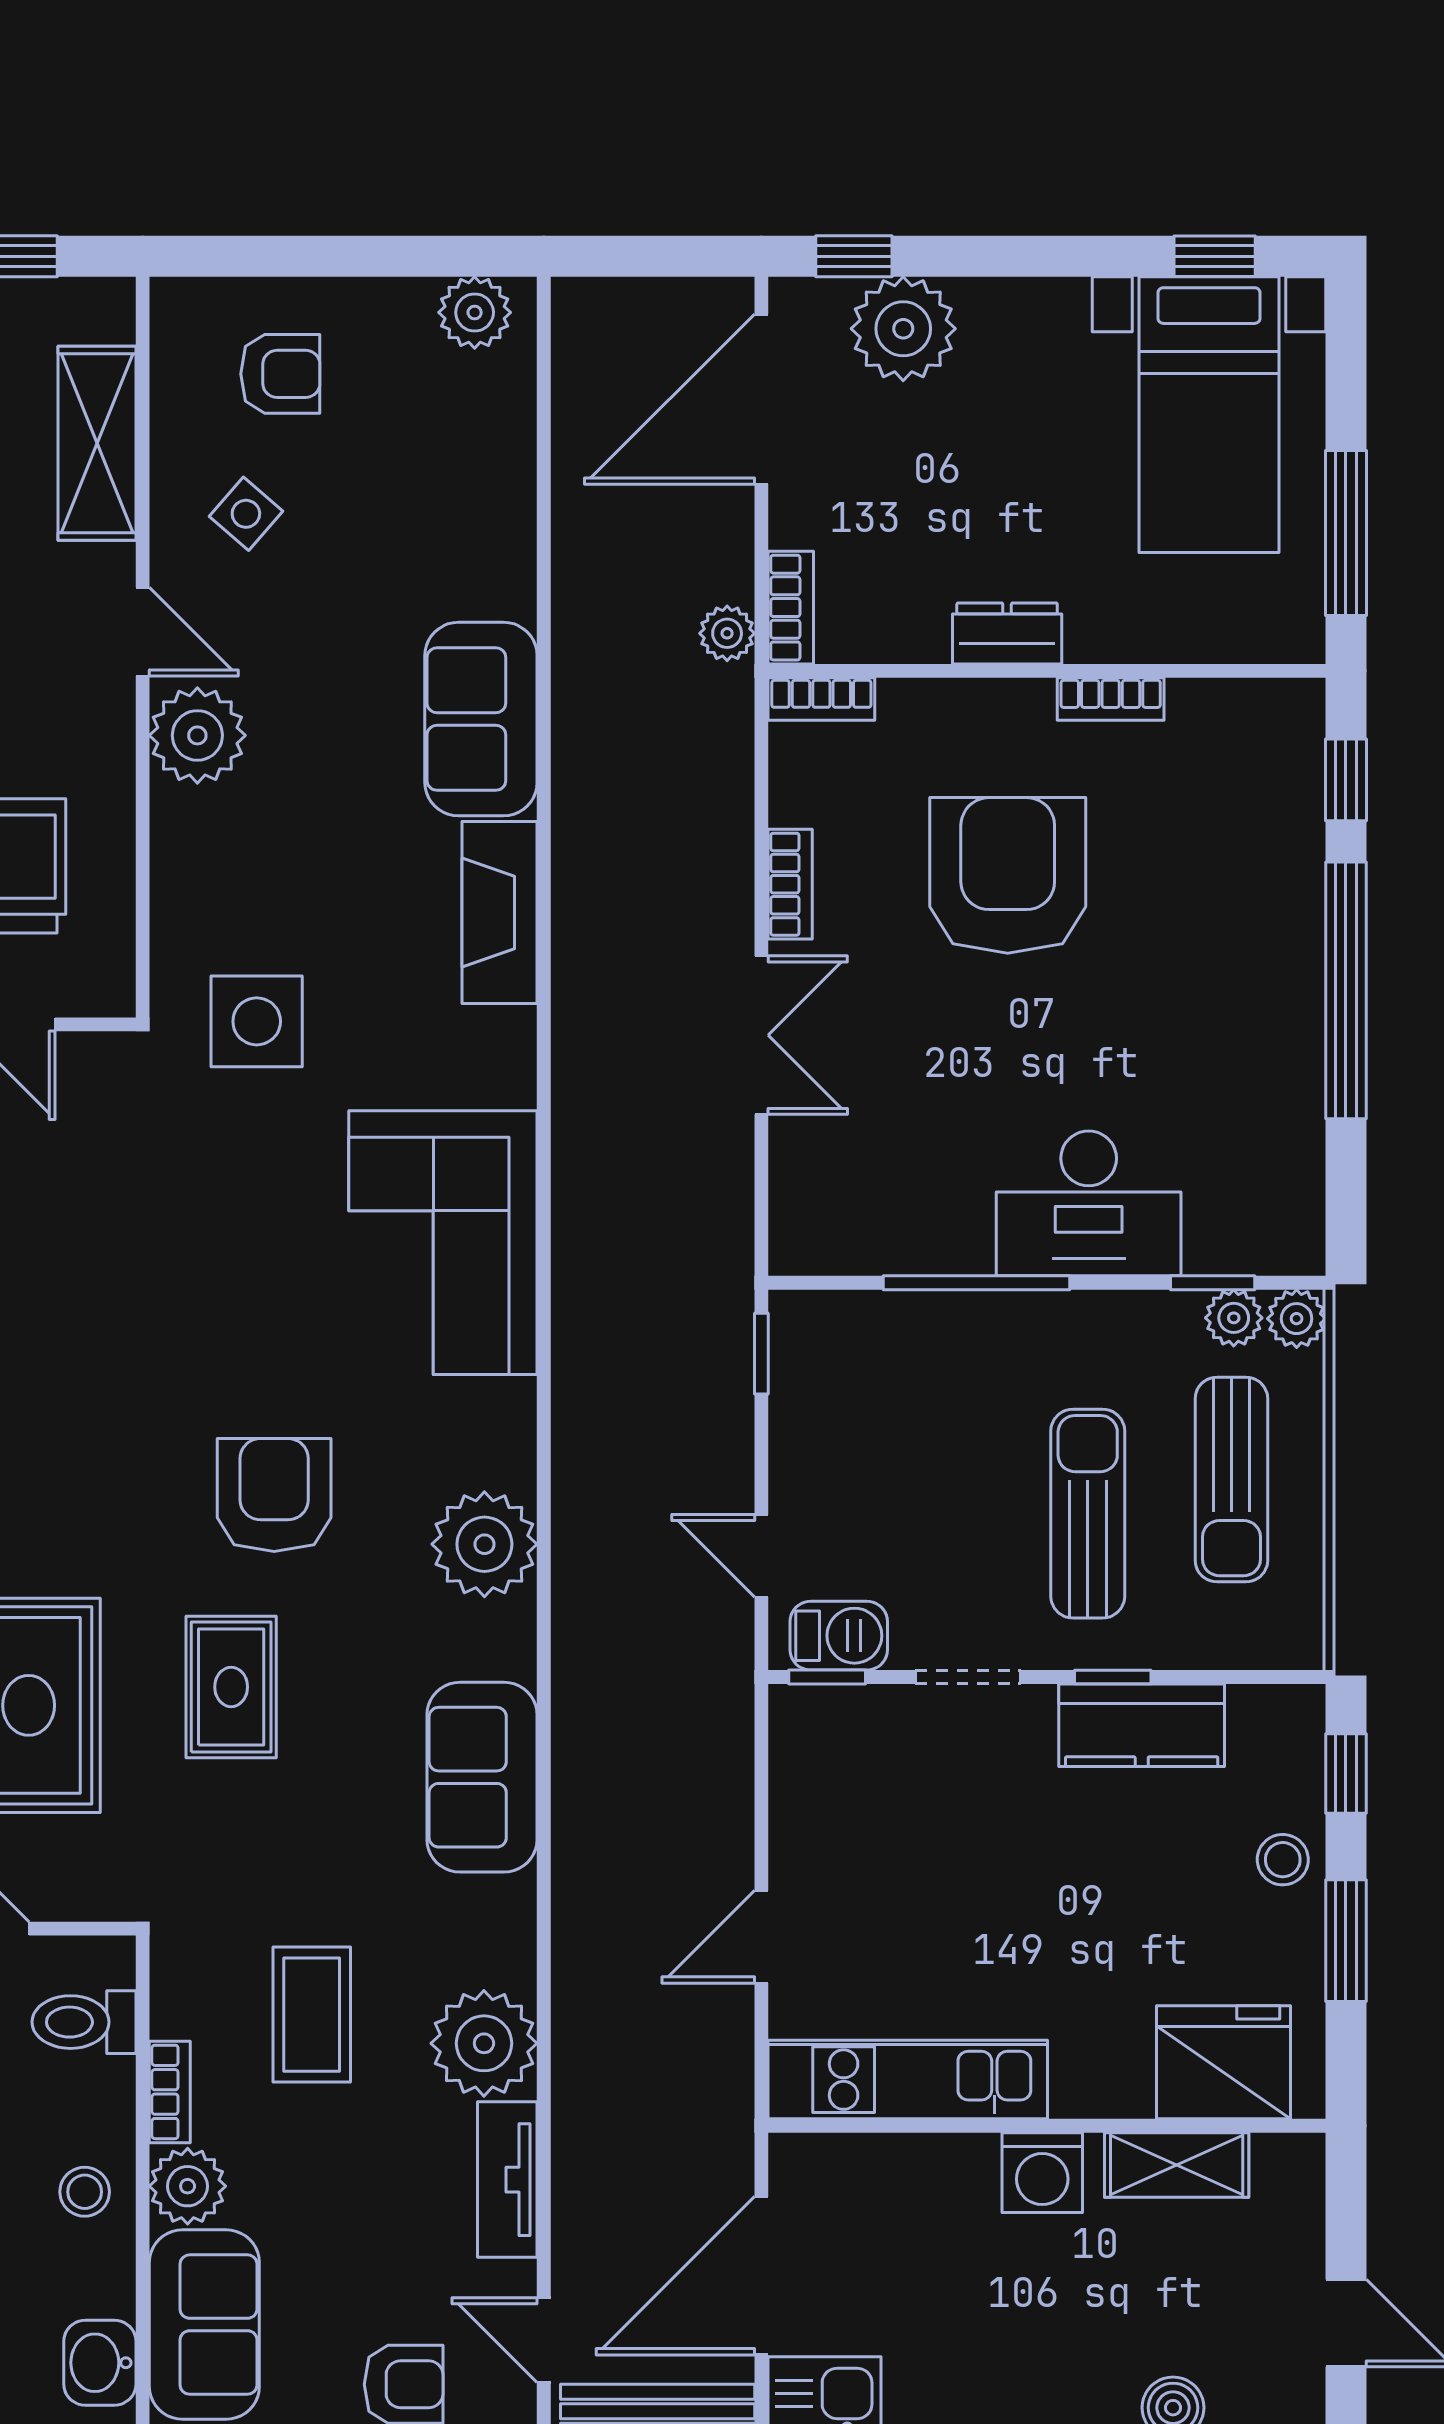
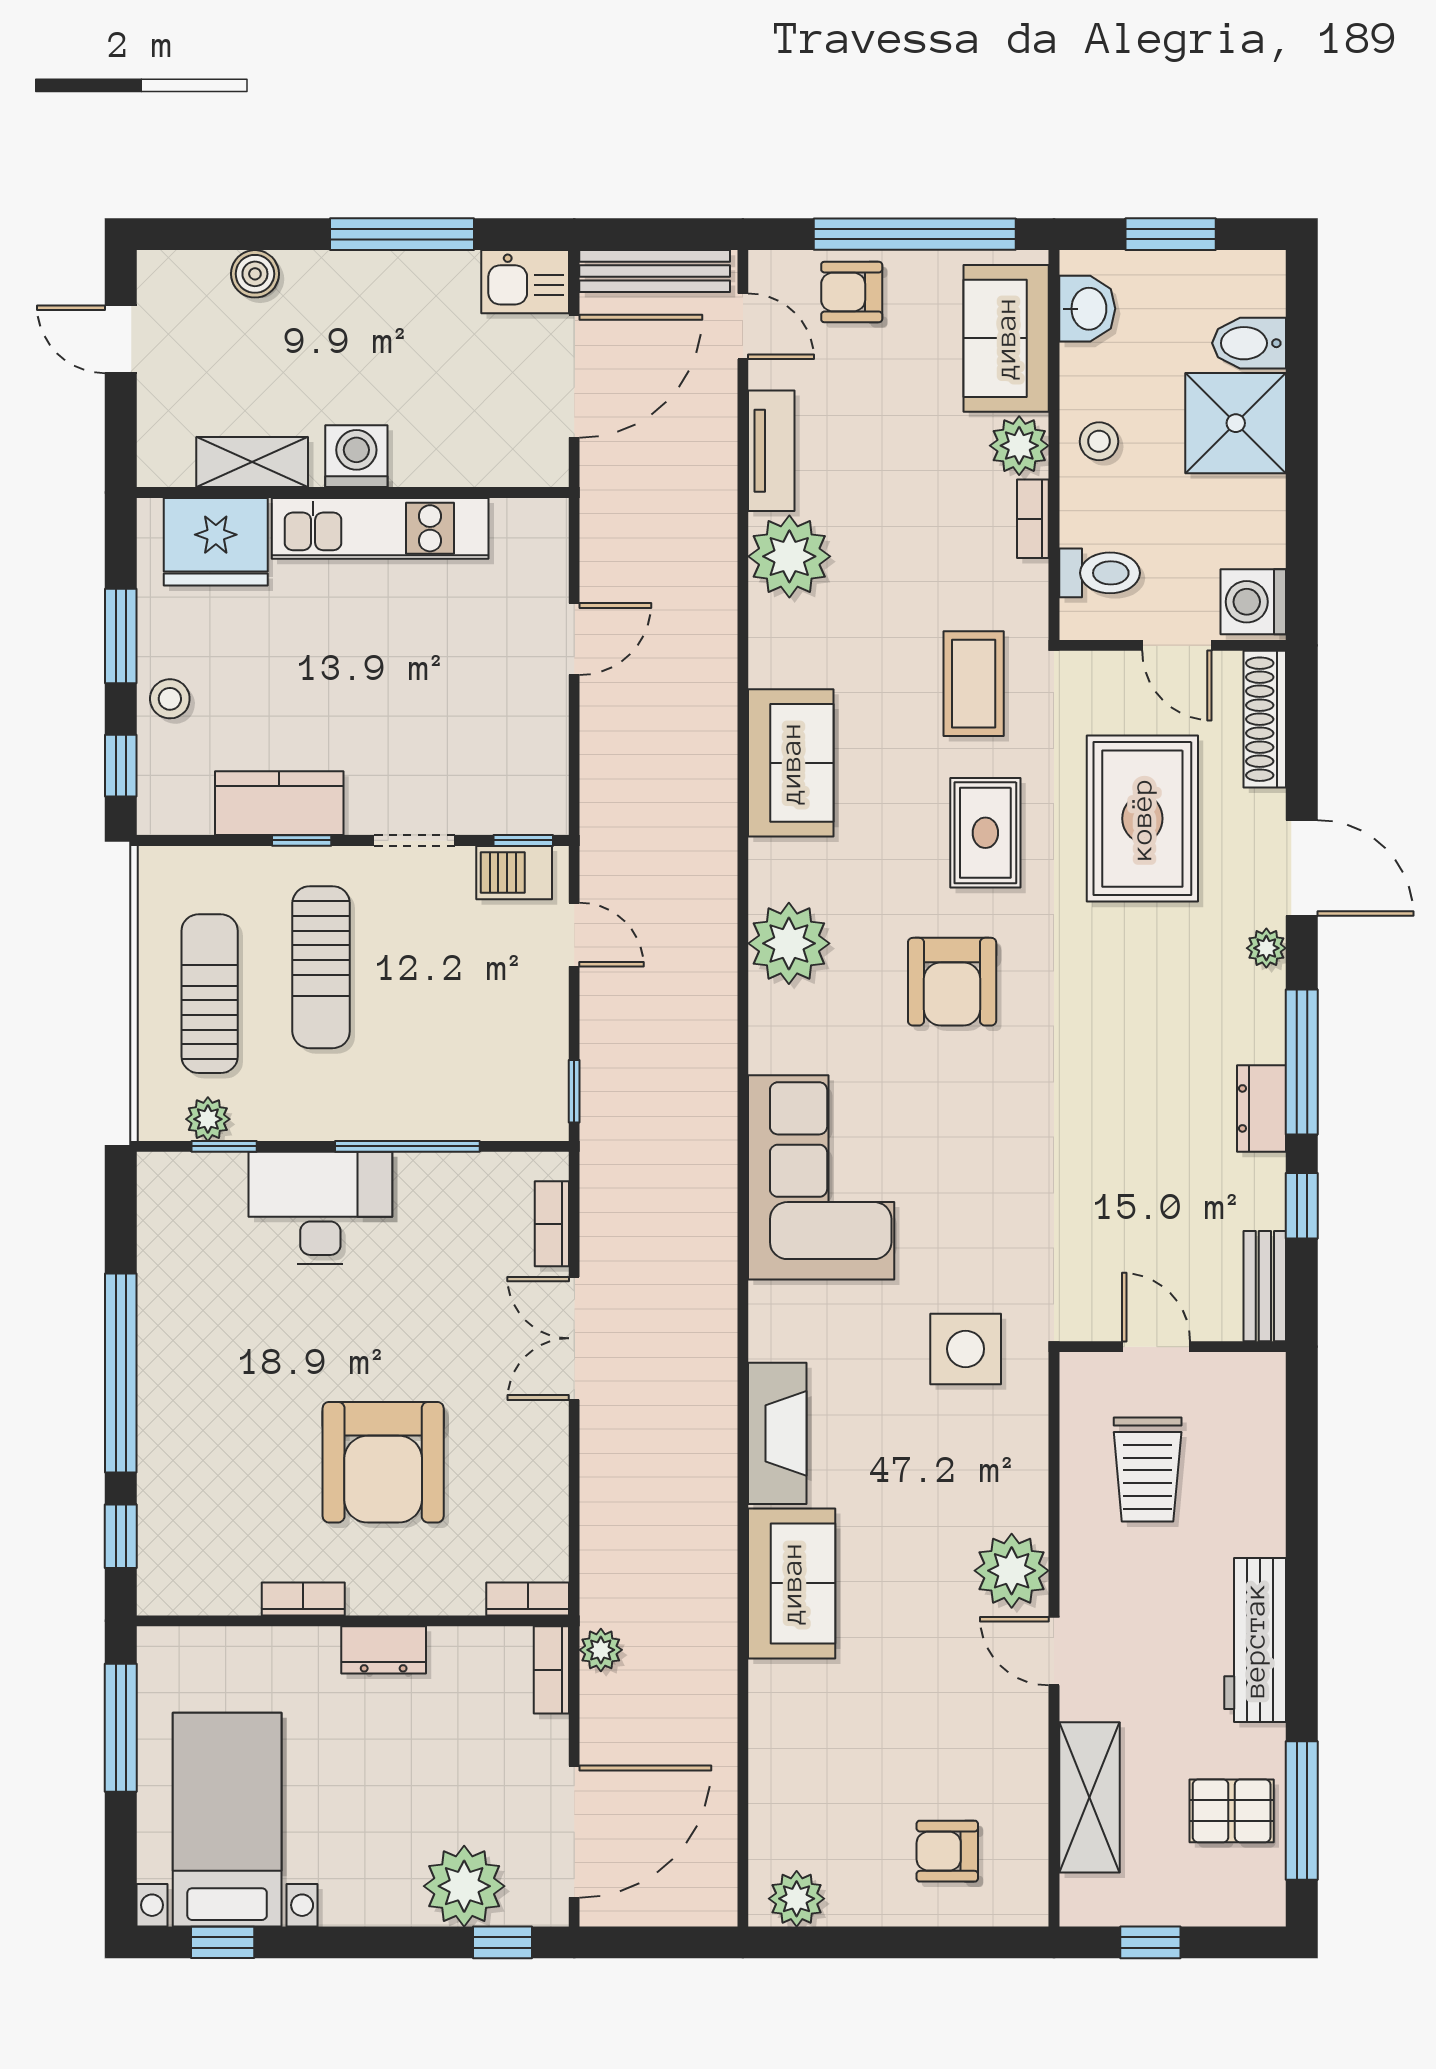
side table: (246, 514) -> (974, 1743), removed
bookcase: (790, 884) -> (552, 1224), moved
plant: (1297, 1319) -> (159, 1118), removed
coffee table: (312, 2015) -> (974, 684), moved
kitchen unit: (908, 2080) -> (380, 528), moved

